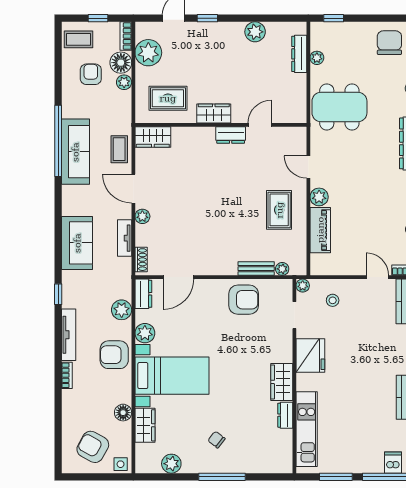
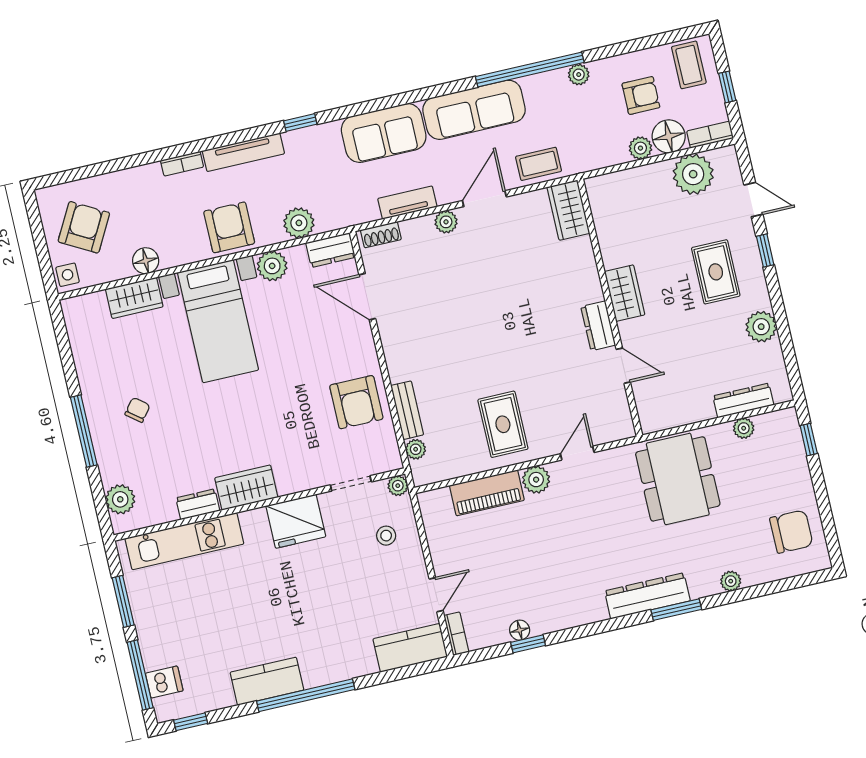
rug: (168, 98) -> (716, 272), moved
plant: (68, 111) -> (579, 75), added
sofa: (75, 152) -> (474, 110), moved
rug: (279, 210) -> (503, 424), turned 90
plant: (171, 464) -> (120, 499), moved

